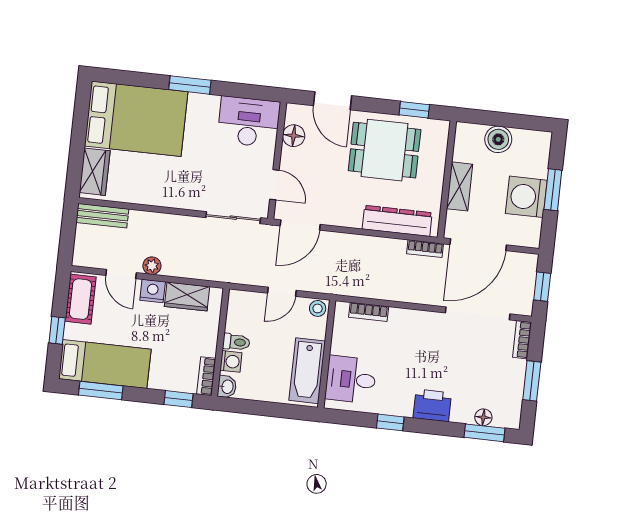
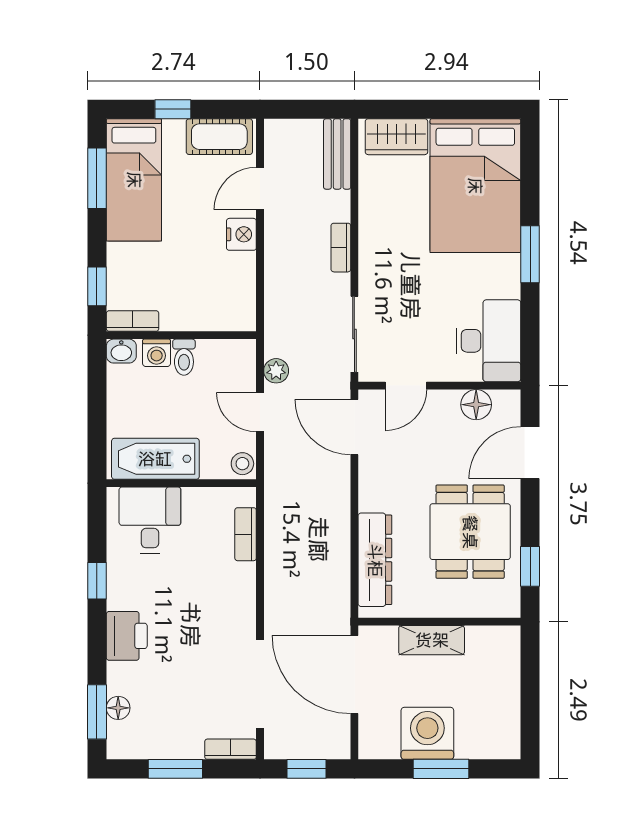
boiler: (498, 139) -> (502, 686), removed
bookcase: (425, 249) -> (341, 248), moved
plant: (152, 266) -> (276, 371), moved
wardrobe: (187, 297) -> (239, 283), removed

